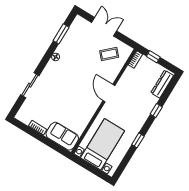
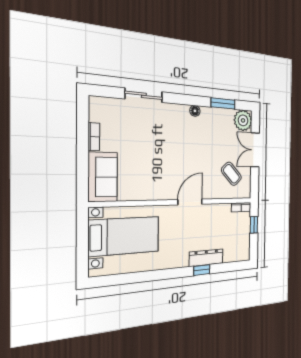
plant: (80, 25) -> (243, 120), added
double door: (104, 27) -> (255, 150), swing flipped
dresser: (162, 84) -> (206, 258), moved
window: (138, 140) -> (155, 275), removed

